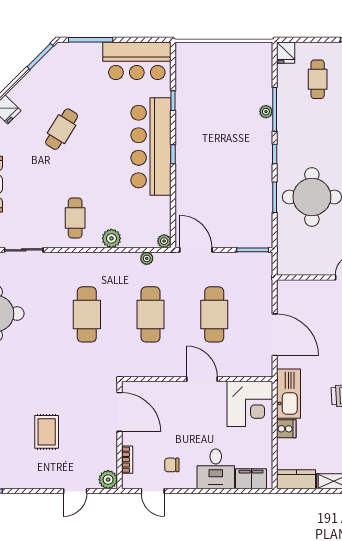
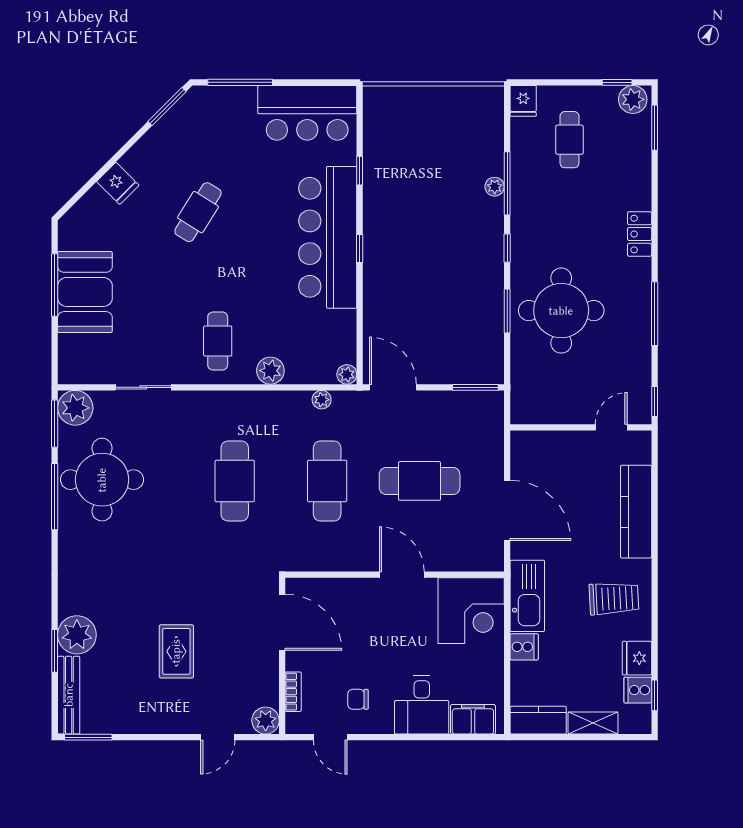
cafe table: (214, 314) -> (420, 481), turned 90

